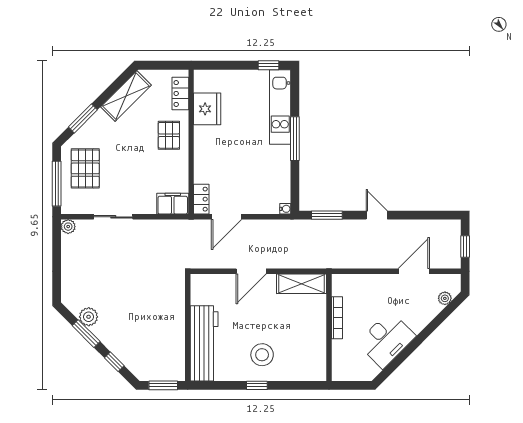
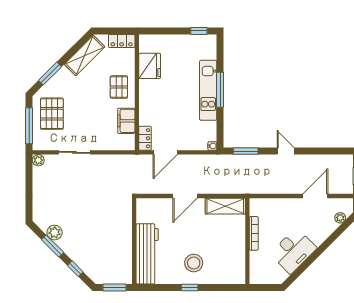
locker: (180, 93) -> (122, 41), moved, turned -90
kitchen unit: (280, 107) -> (208, 90), moved
filing cabinet: (173, 204) -> (126, 121), moved, turned -90

